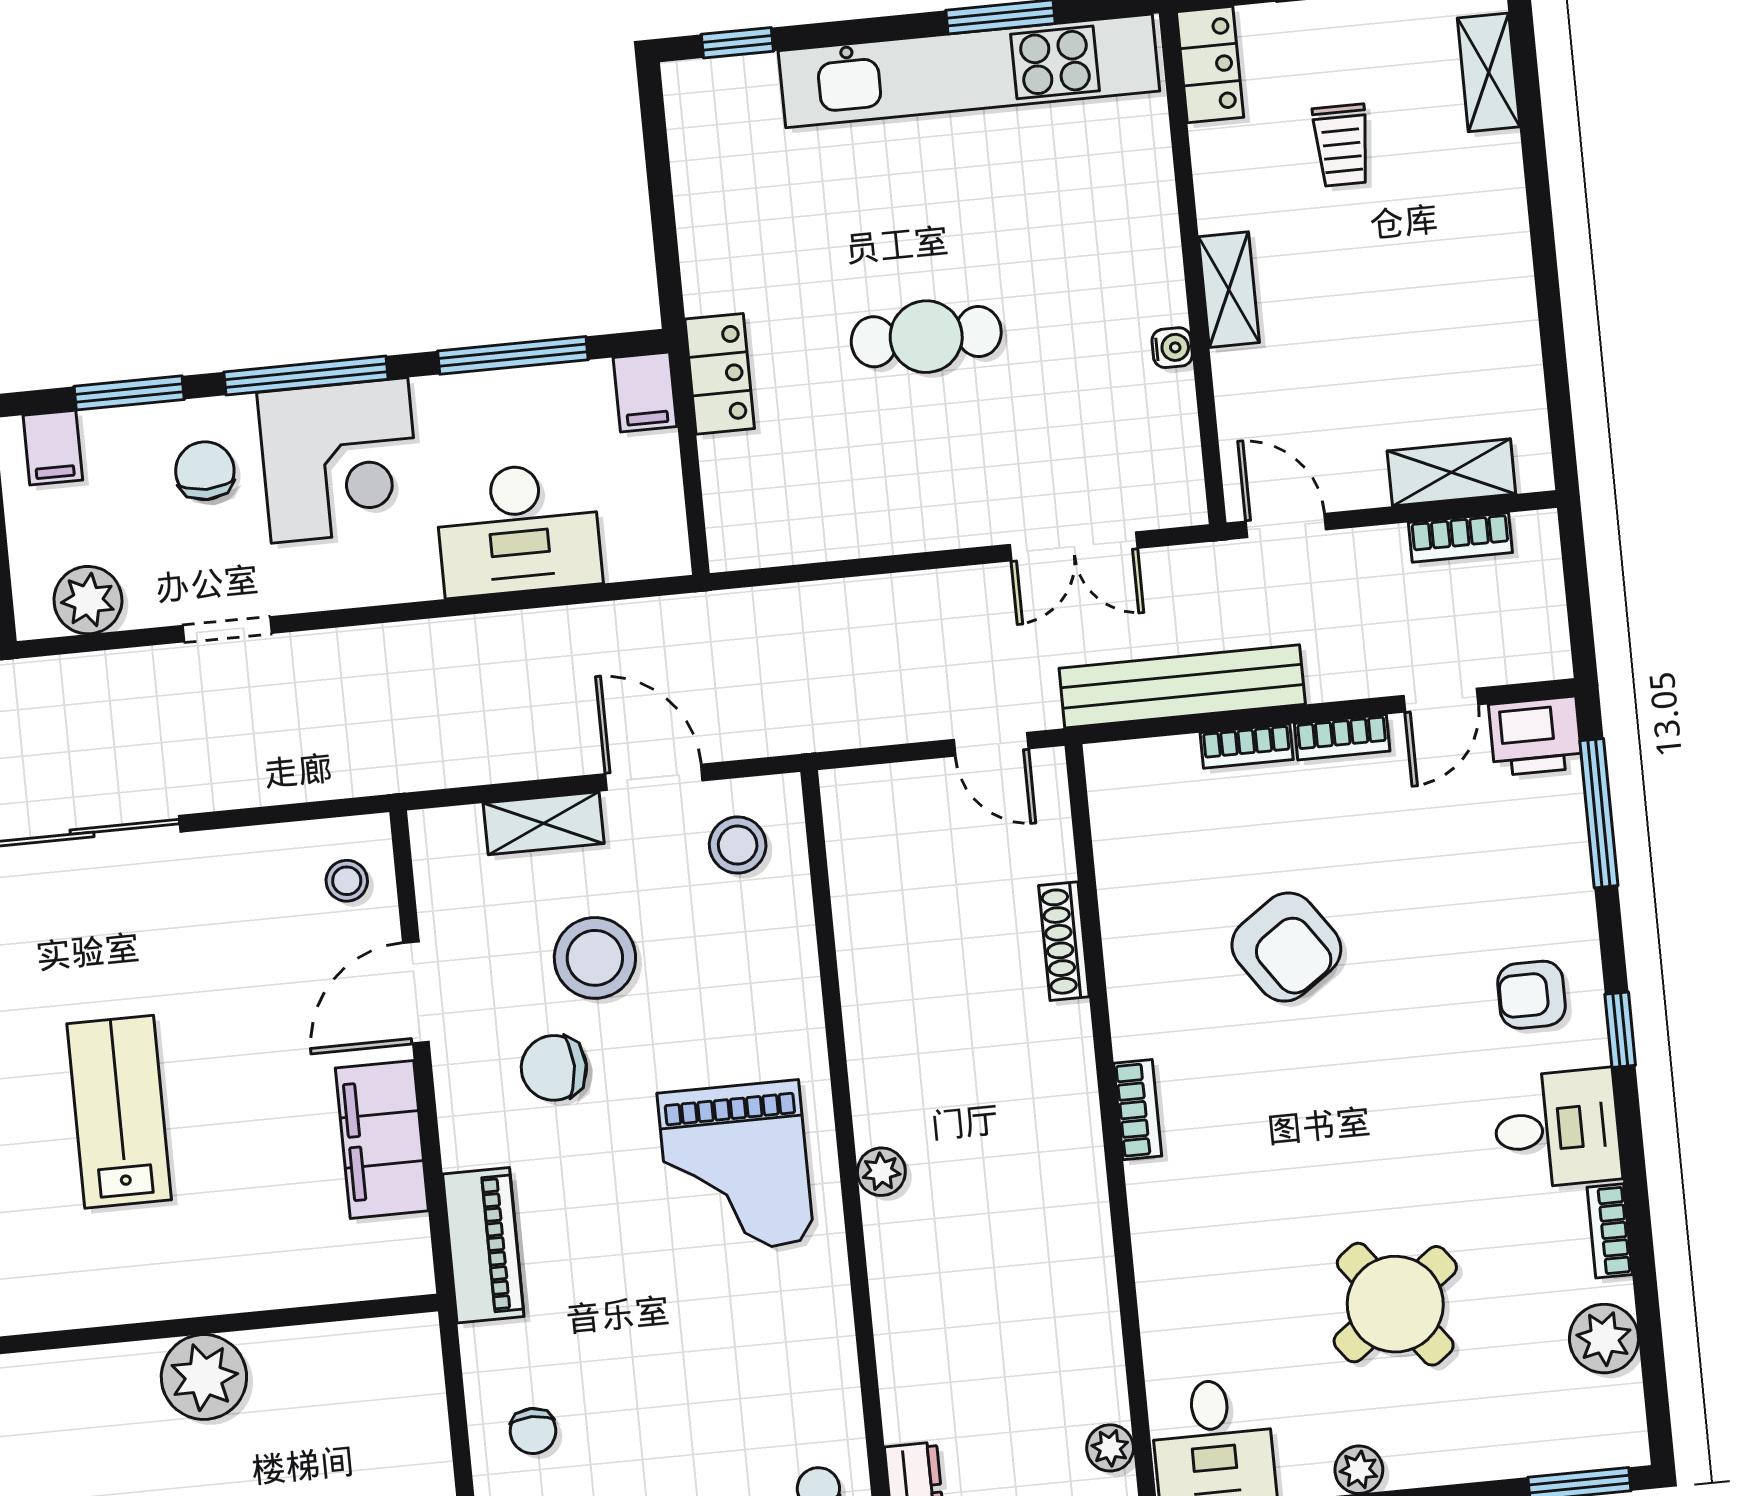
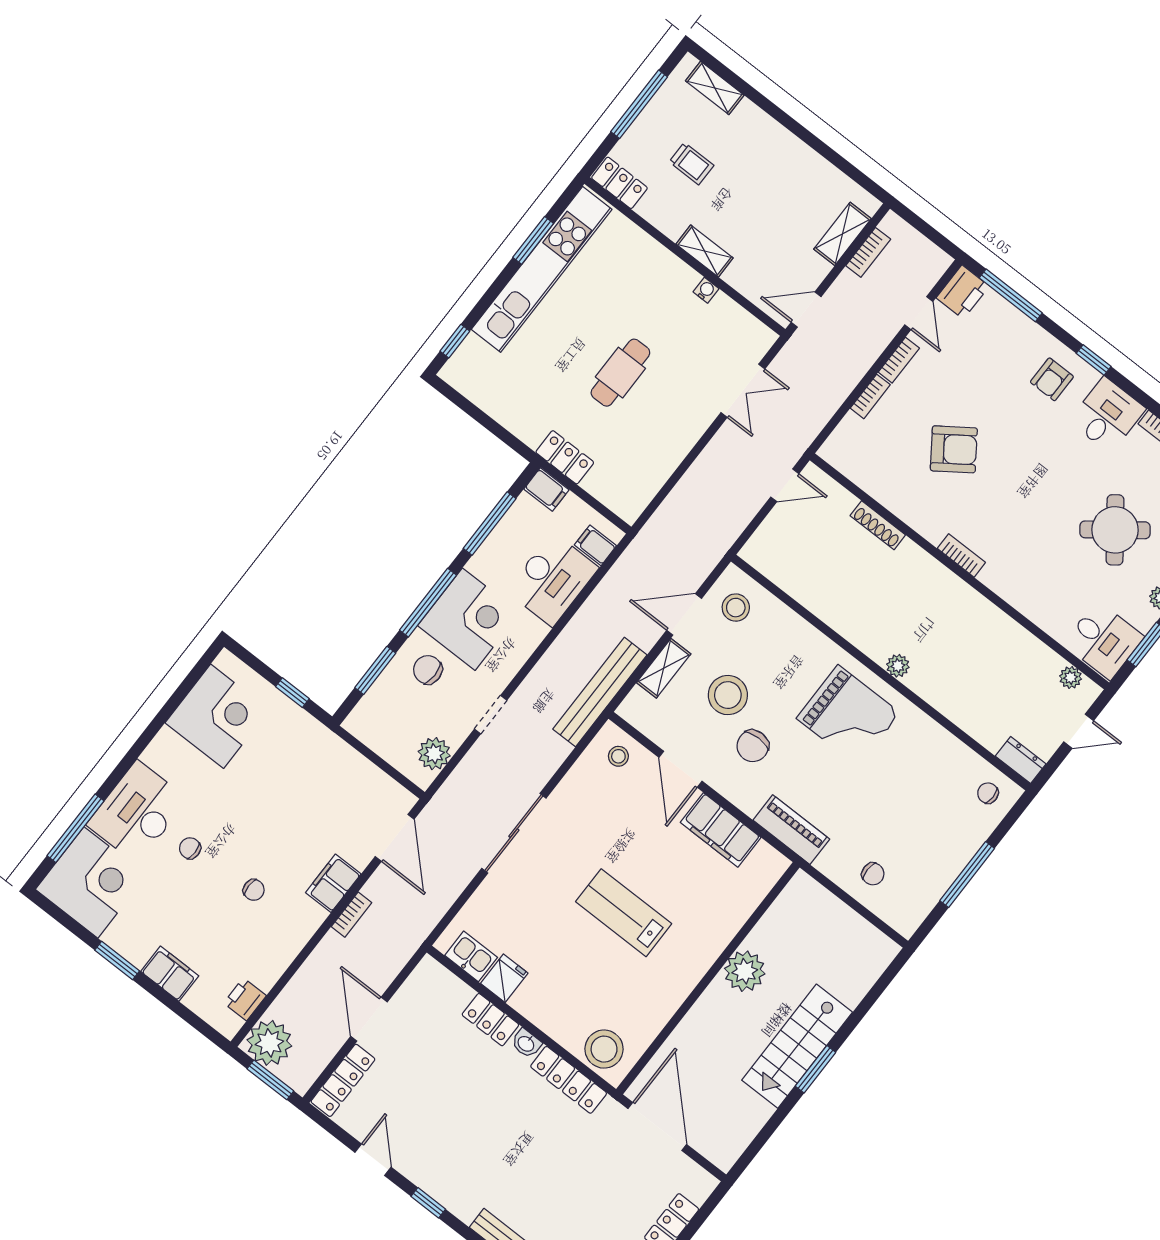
filing cabinet: (53, 448) -> (595, 545), moved, turned 180
bench: (1182, 686) -> (600, 692), moved

